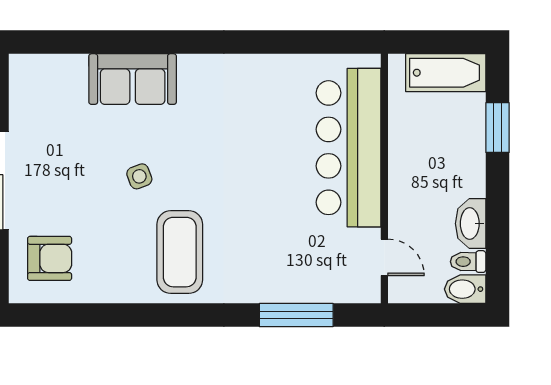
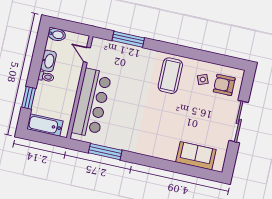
window: (292, 42) -> (105, 152), added
sofa: (133, 79) -> (196, 156), moved
side table: (139, 176) -> (203, 79), moved
toilet: (468, 262) -> (46, 77), moved

